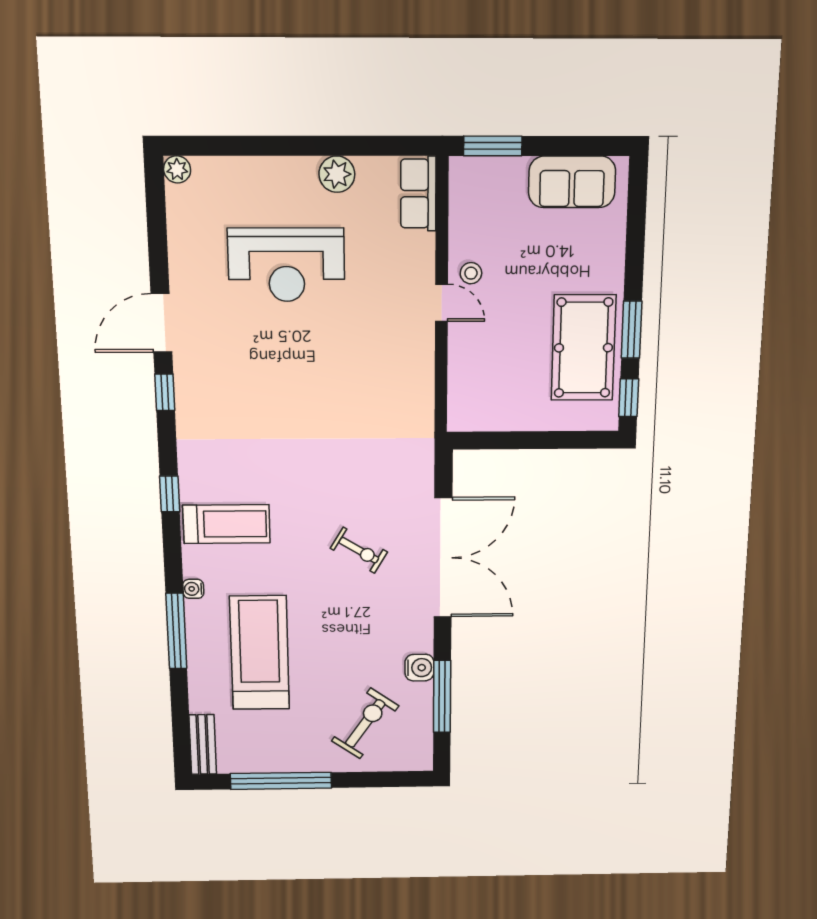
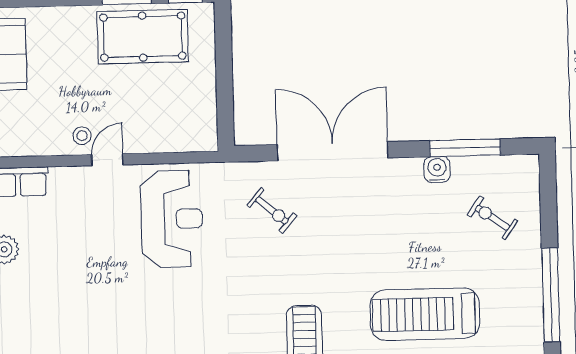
reception desk: (286, 265) -> (172, 219), moved
exercise bike: (359, 550) -> (272, 210), moved, turned 99
exercise bike: (365, 723) -> (492, 218), width x0.73, depth x0.72

